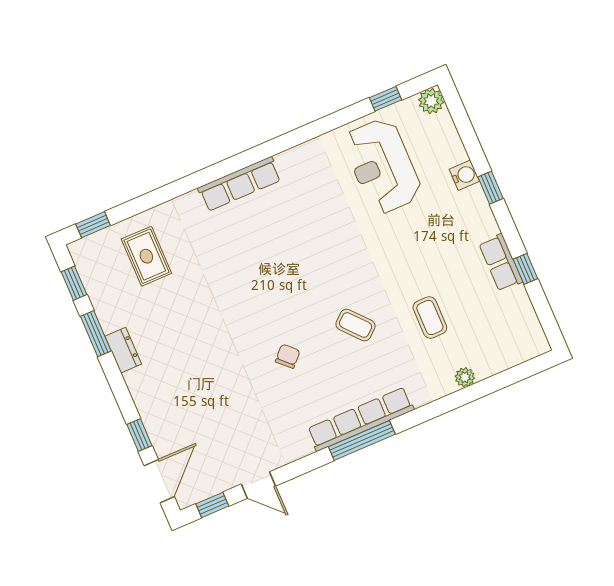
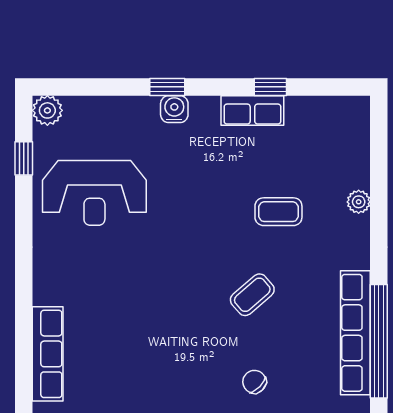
water cooler: (464, 175) -> (174, 109), moved
window: (362, 440) -> (379, 341), width x1.46

